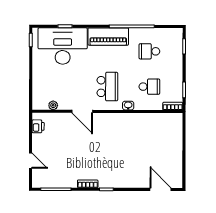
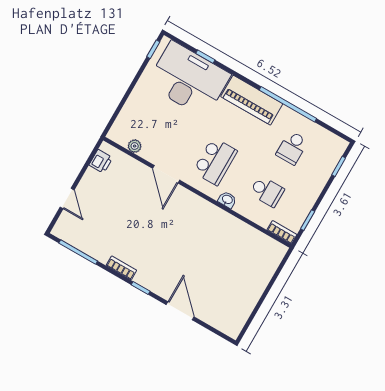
school desk: (149, 51) -> (292, 148), turned -90
door: (161, 189) -> (180, 311), moved

